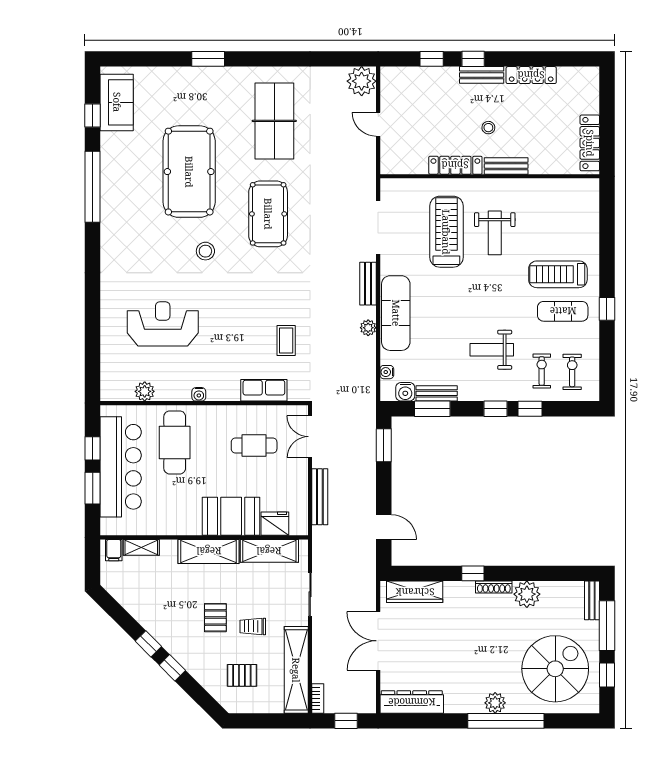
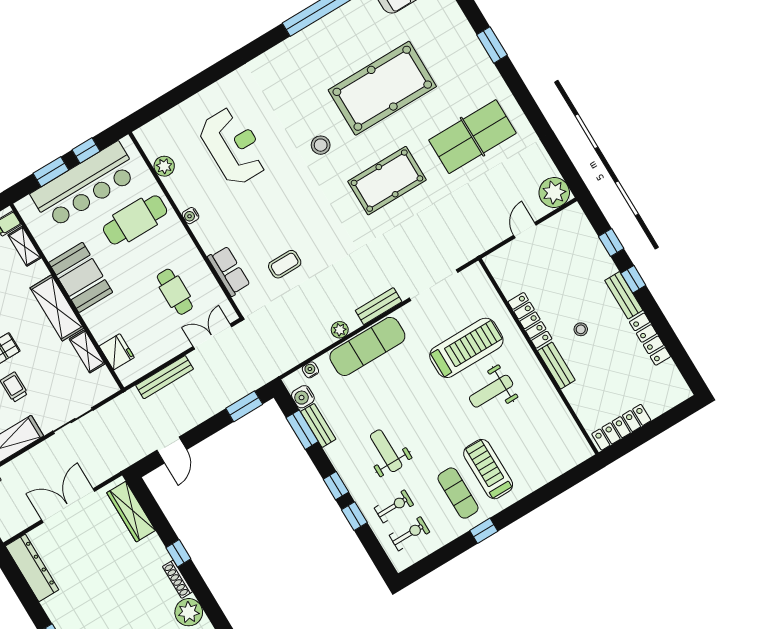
booth: (231, 516) -> (81, 277), moved
shelving: (269, 551) -> (87, 351), width x0.67, depth x0.75

